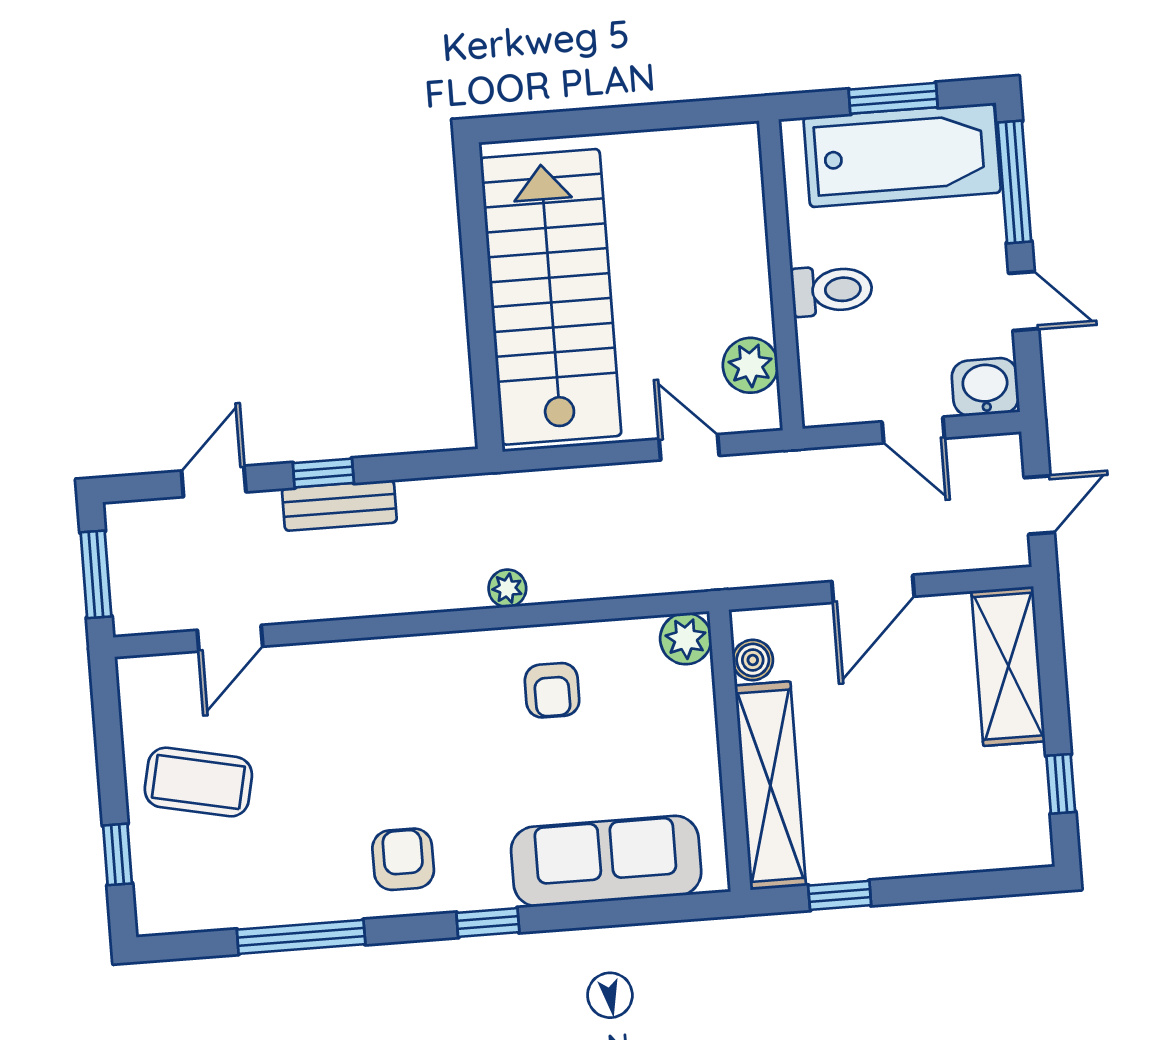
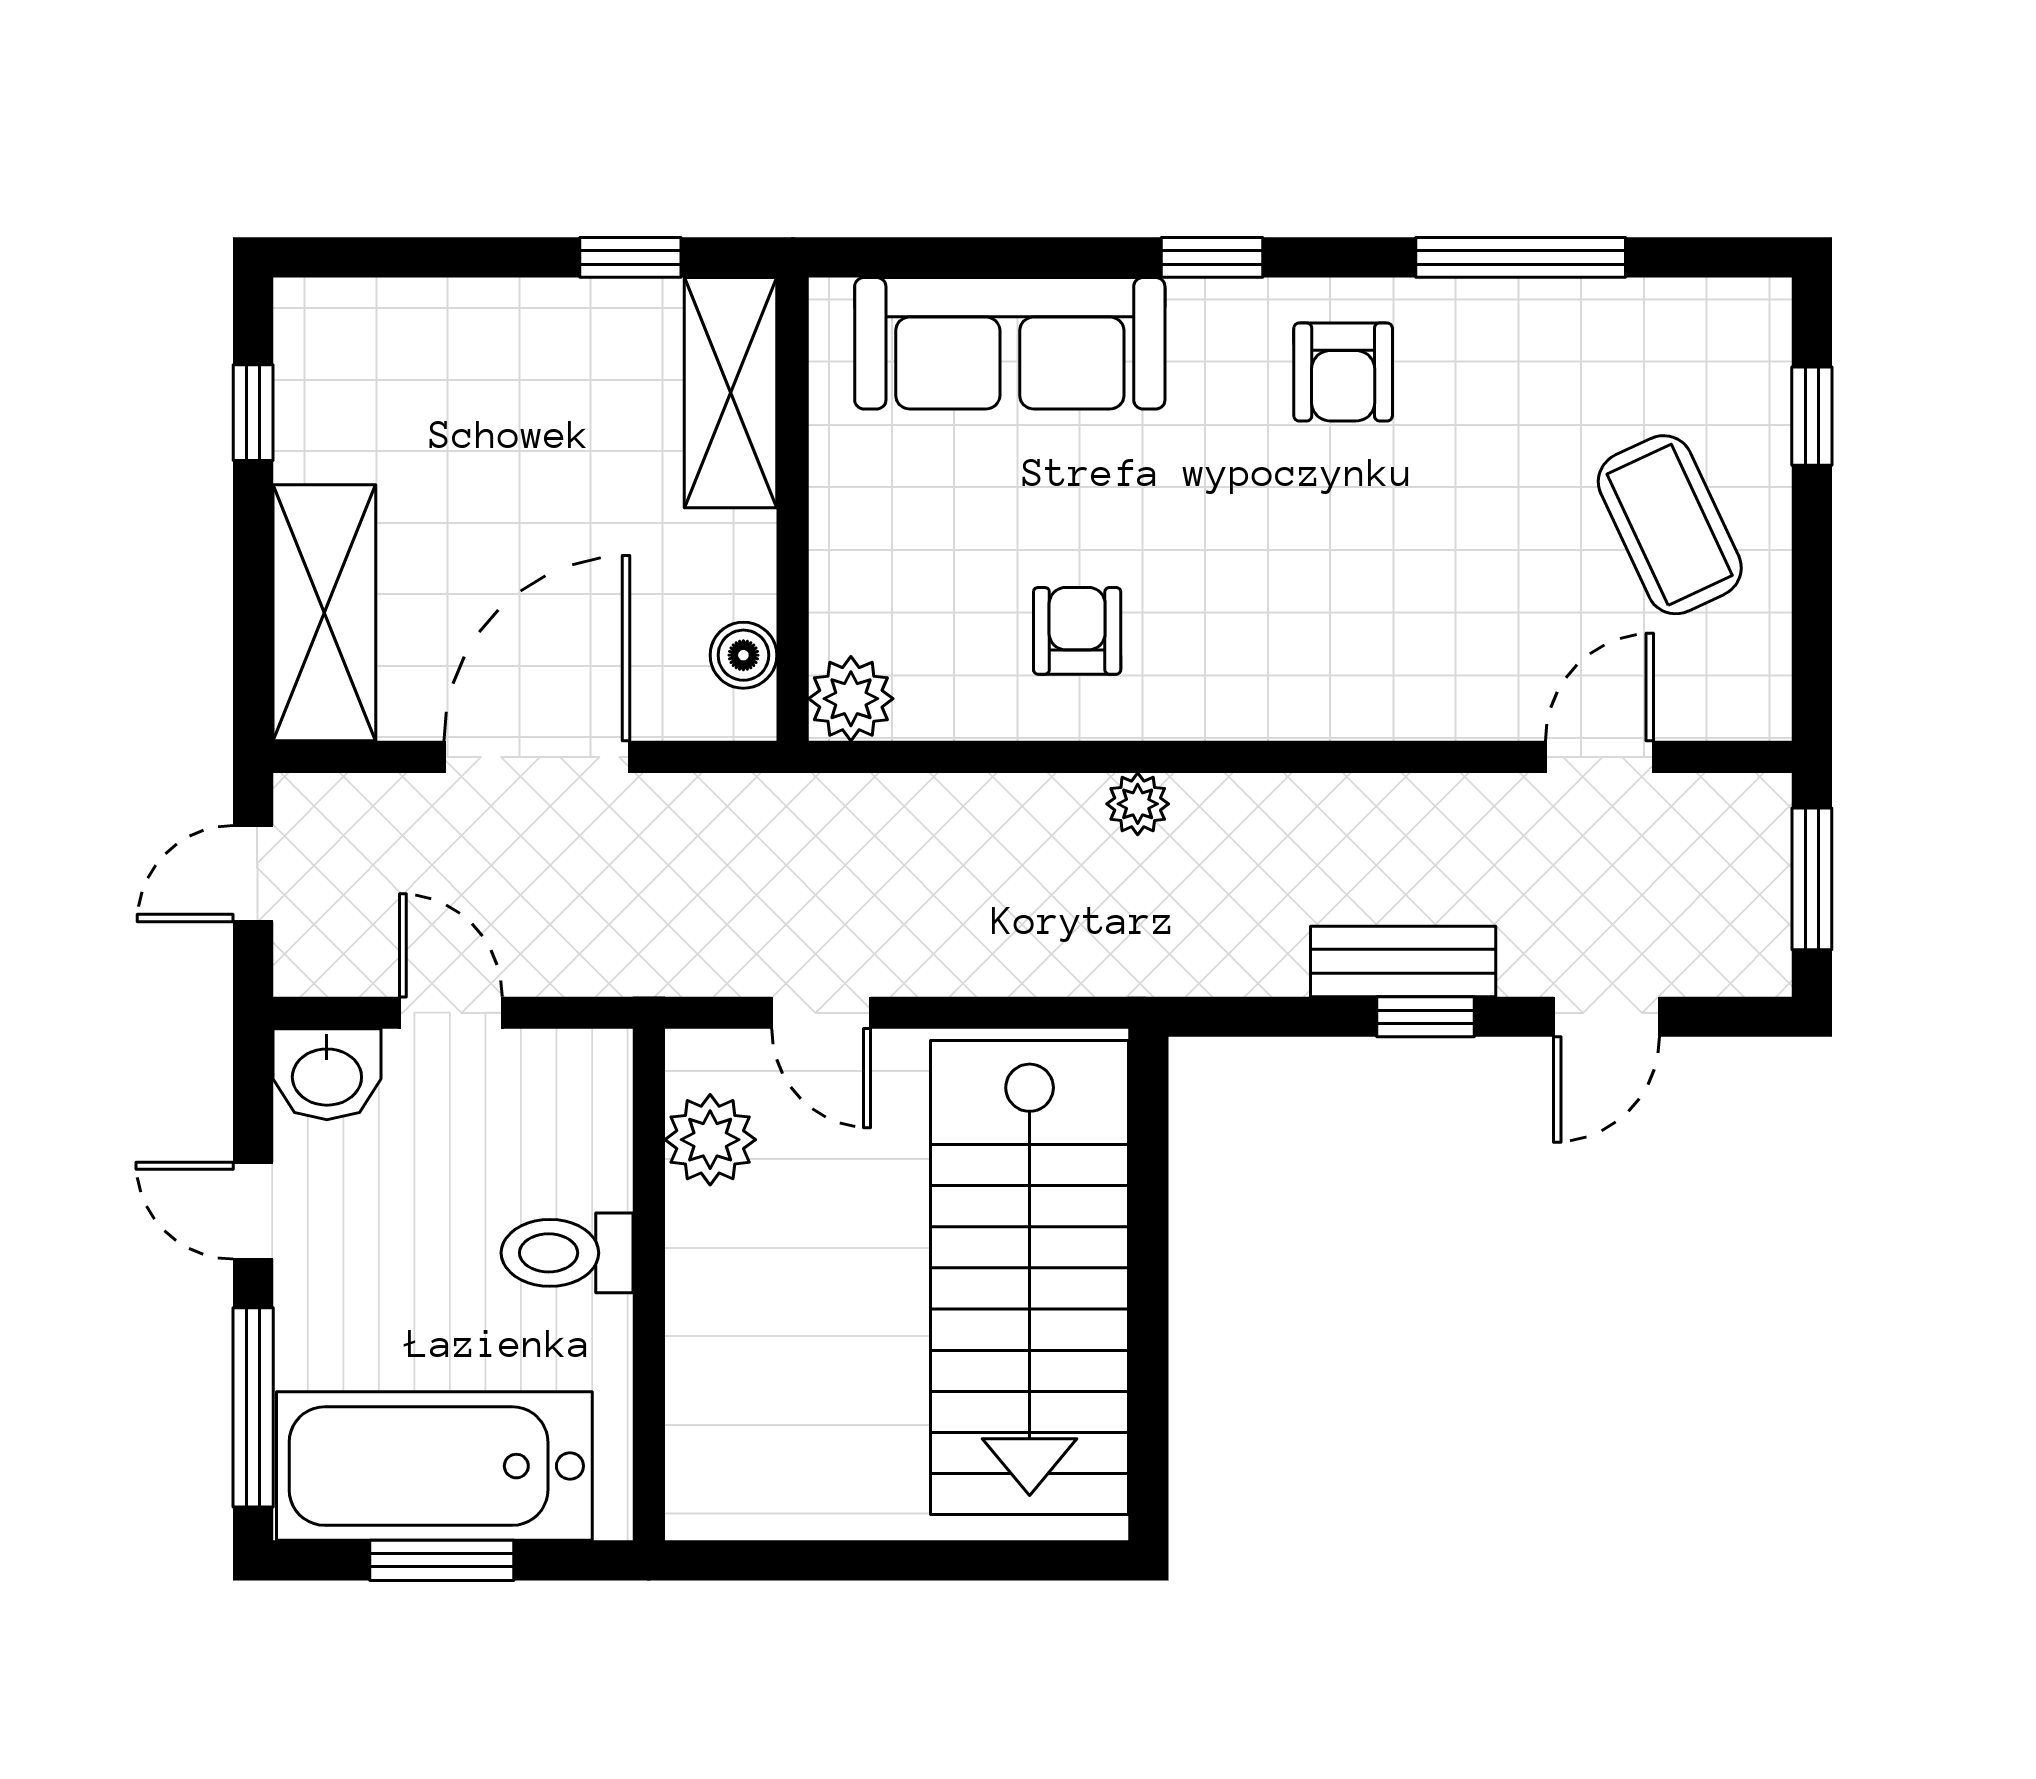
door: (873, 589) -> (537, 757), width x1.36
coffee table: (198, 782) -> (1670, 525), turned 53
shelving: (770, 786) -> (731, 393), width x0.68

